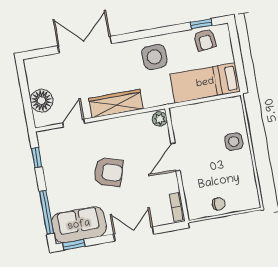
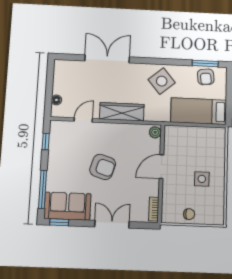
window: (201, 24) -> (205, 64), width x1.50
side table: (154, 57) -> (162, 81), turned -38
floor lamp: (42, 101) -> (56, 100), width x0.53, depth x0.53
side table: (234, 142) -> (202, 179), moved

